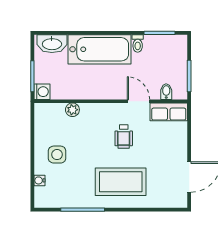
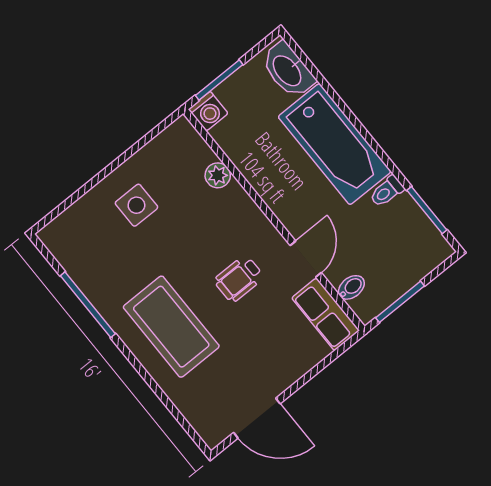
water cooler: (39, 180) -> (80, 210), removed

